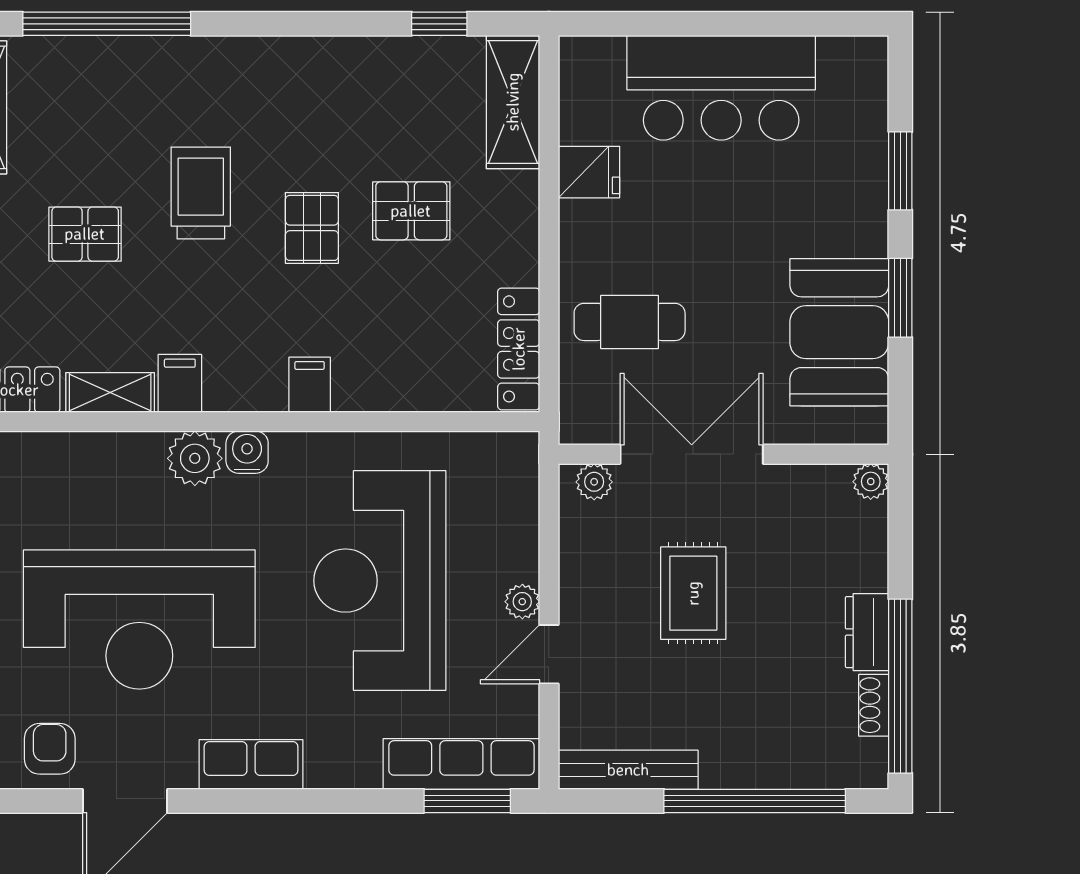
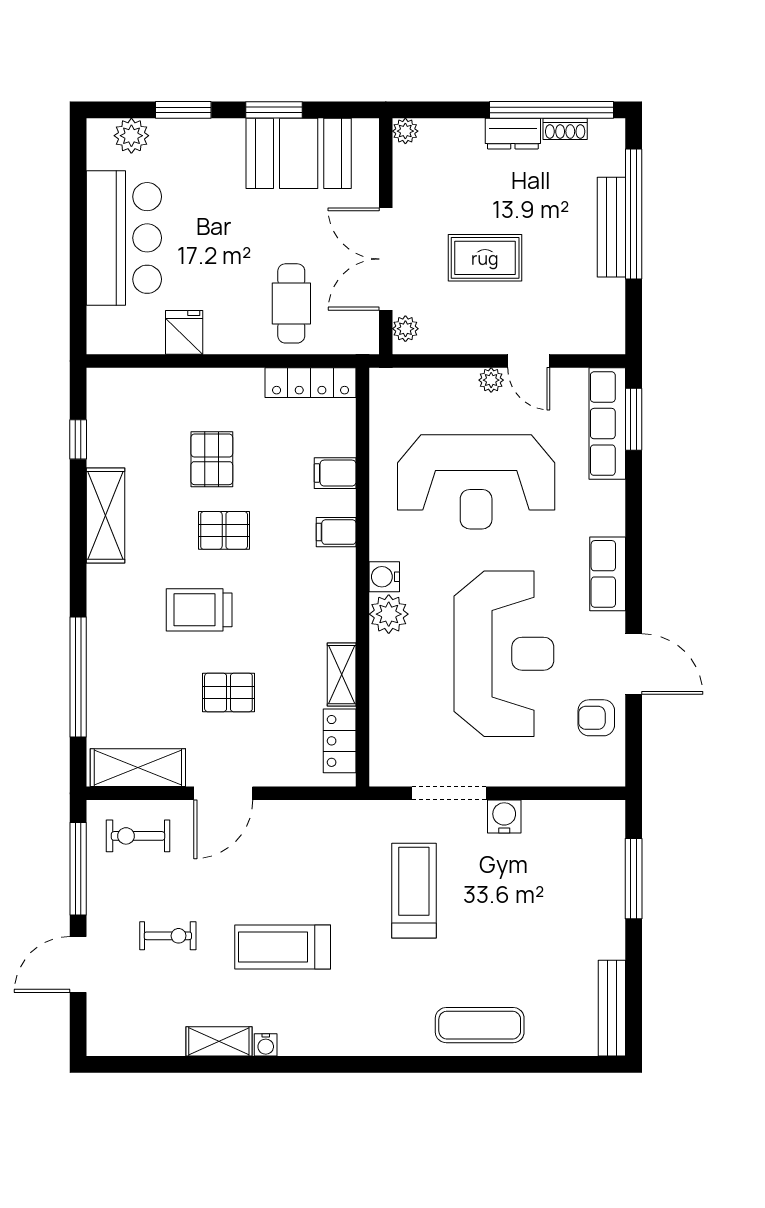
plant: (864, 98) -> (131, 136), added
shelving: (513, 102) -> (106, 515), moved, turned 90
pallet: (85, 234) -> (228, 692), turned 90
filing cabinet: (180, 383) -> (335, 473), moved
bench: (628, 770) -> (611, 227), moved

